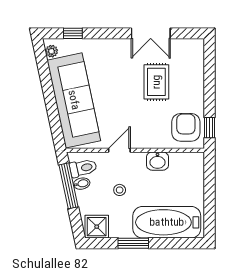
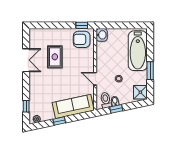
rug: (156, 82) -> (55, 57), turned 90
window: (48, 89) -> (59, 121), added
sofa: (74, 100) -> (73, 106), width x0.74, depth x0.79
washbasin: (157, 161) -> (102, 35), moved
window: (68, 186) -> (116, 109), width x0.46

